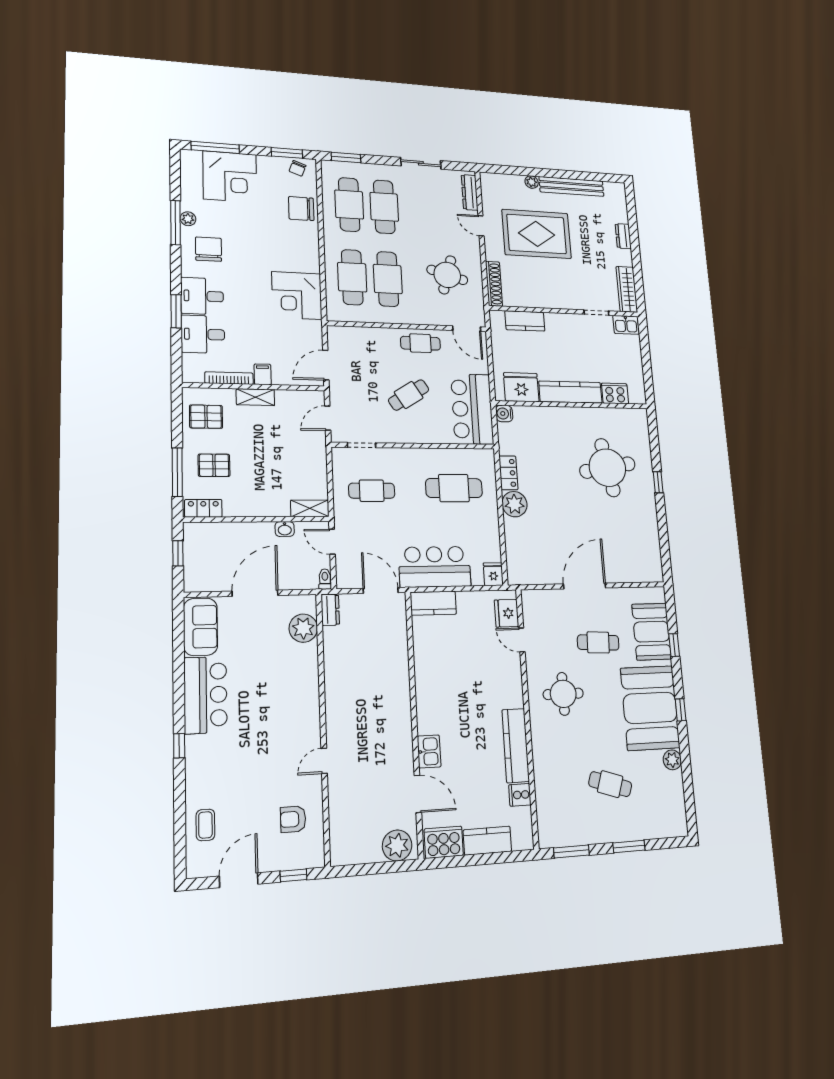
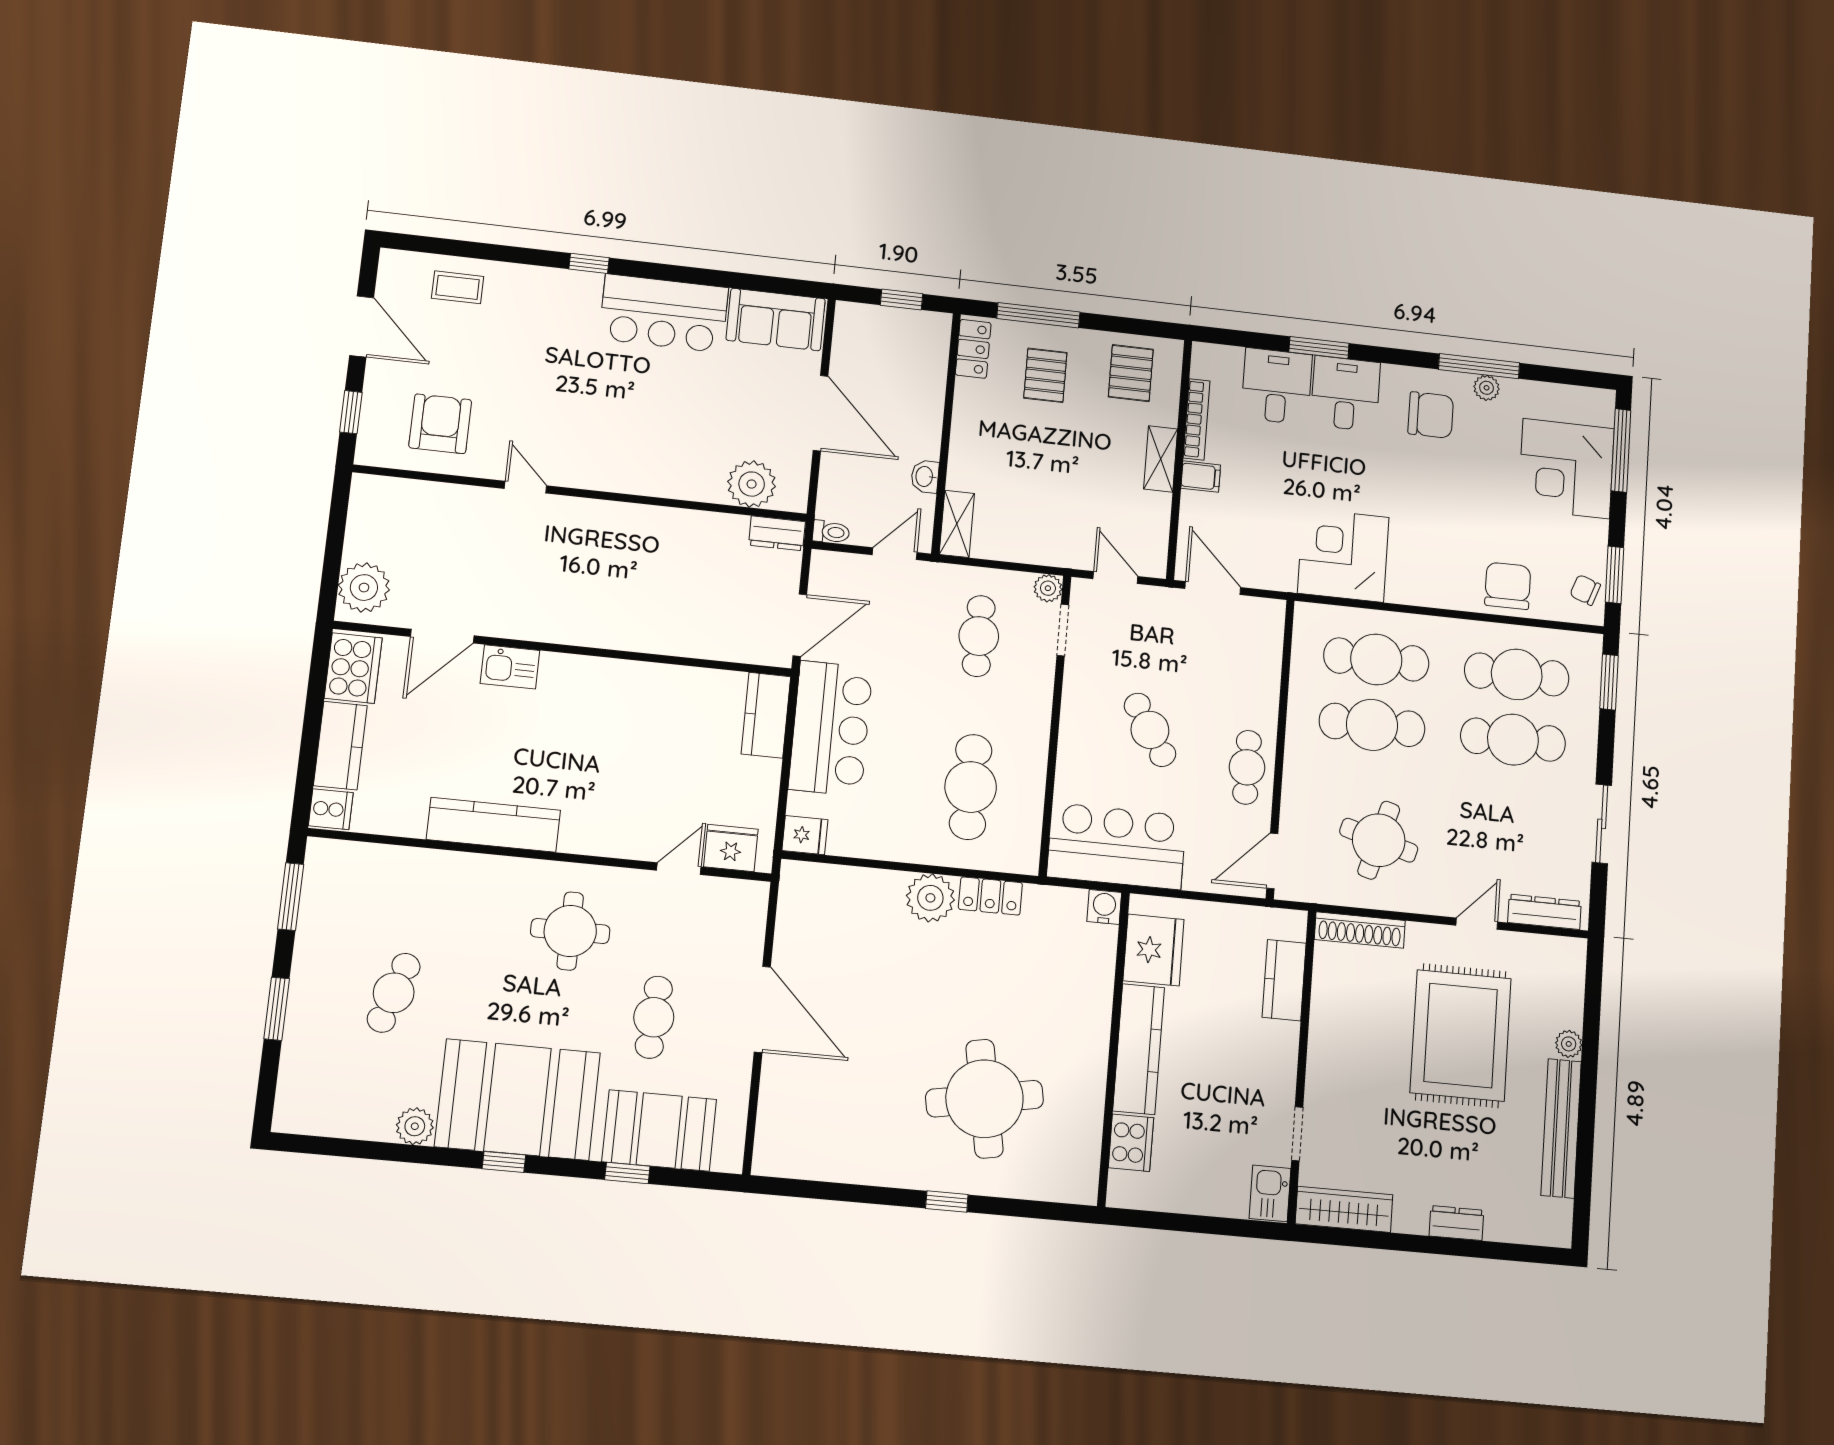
plant: (339, 455) -> (1048, 588), added
cooker: (520, 795) -> (331, 809), moved, turned 90
armchair: (293, 819) -> (440, 424), width x1.38, depth x1.38

